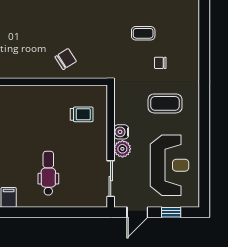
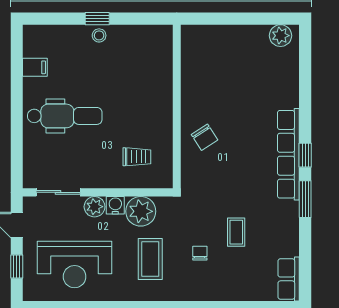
plant: (126, 111) -> (141, 211), added
trolley: (82, 114) -> (137, 157), turned -90
dental chair: (48, 173) -> (65, 116), width x1.36, depth x1.38

